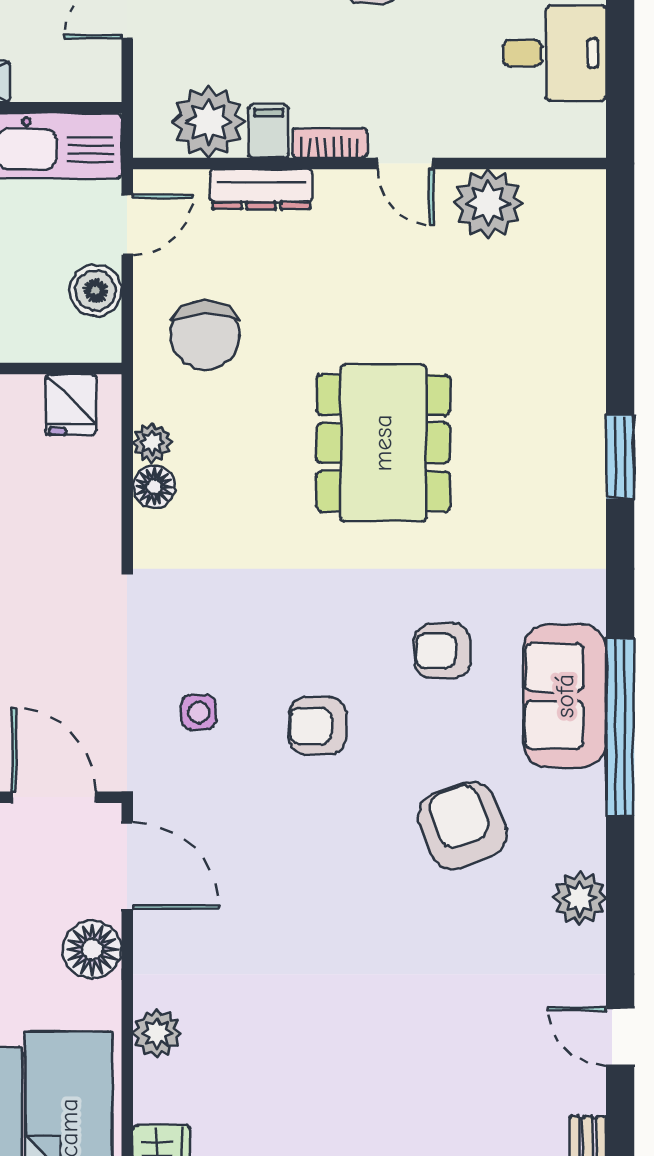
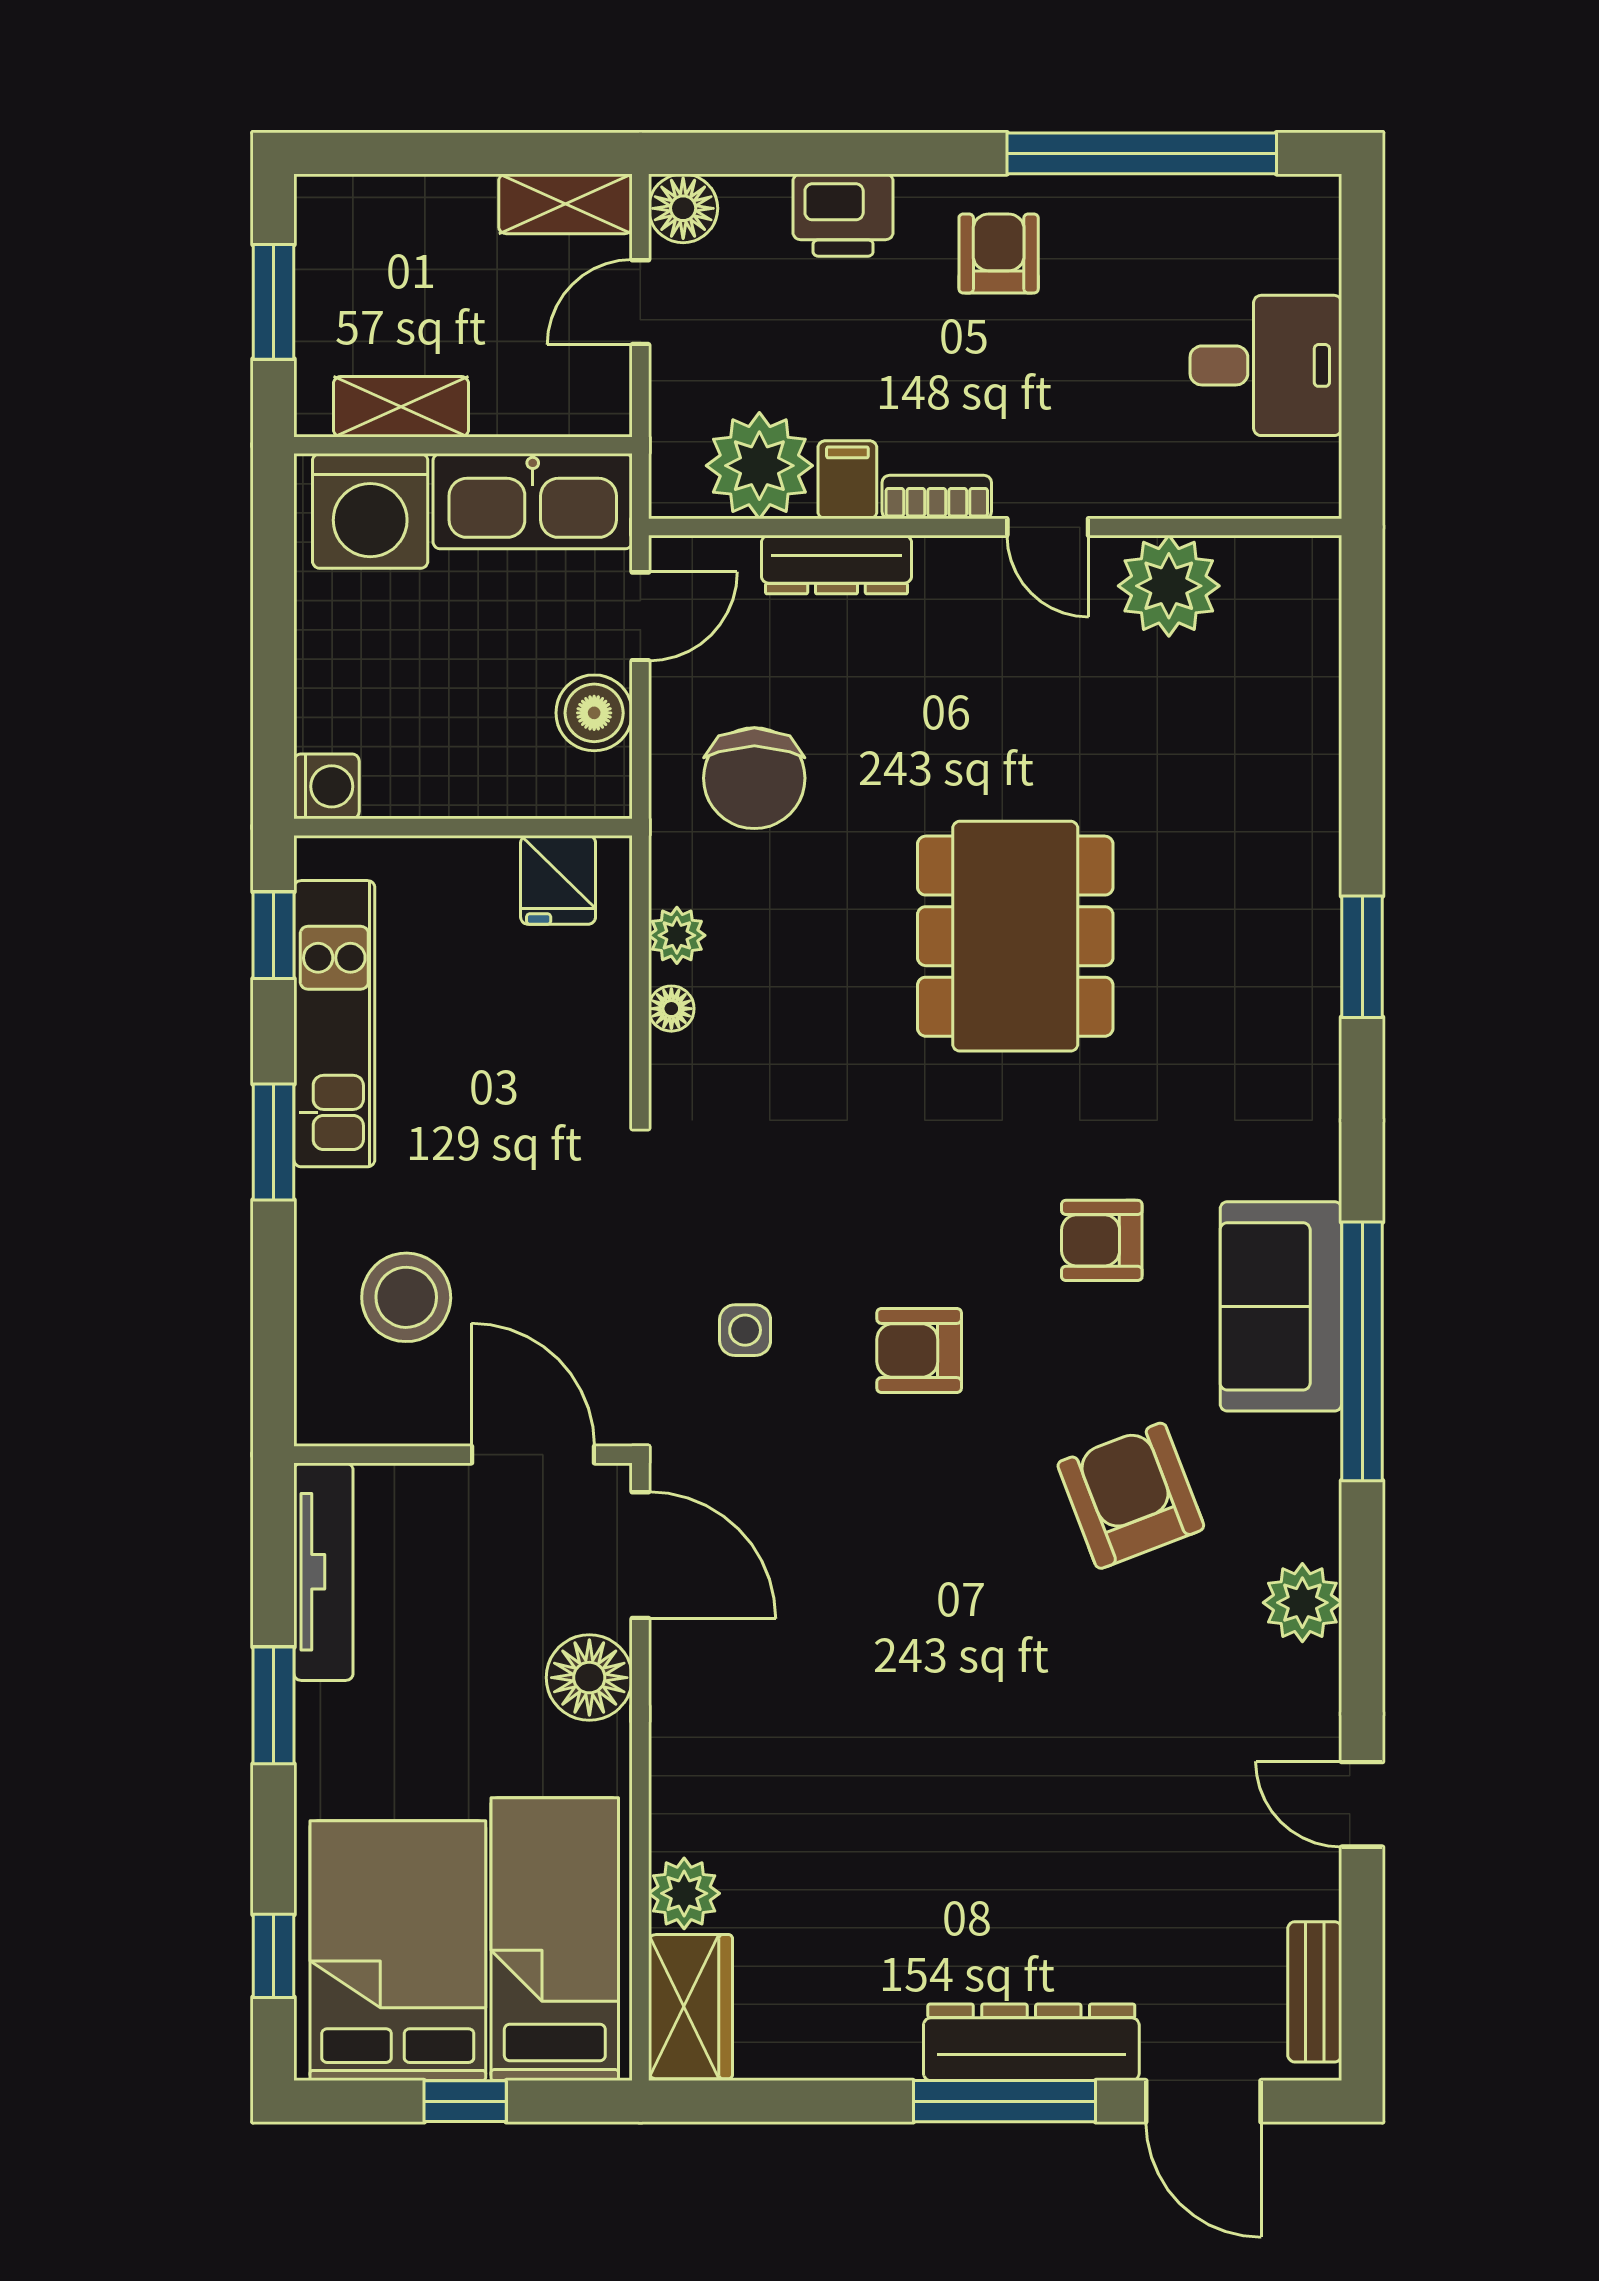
floor lamp: (154, 487) -> (671, 1009), width x0.73, depth x0.73
plant: (157, 1033) -> (684, 1893), moved

